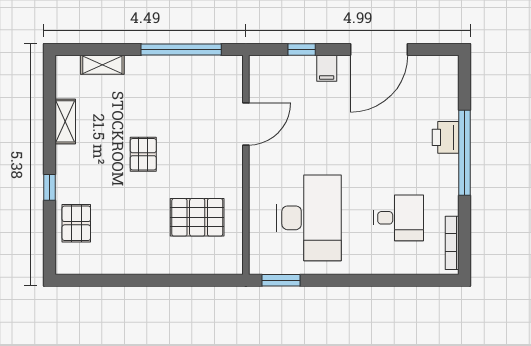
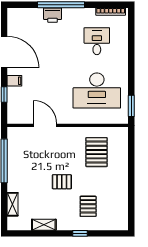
desk: (309, 218) -> (97, 91), turned 180
pallet: (76, 223) -> (88, 206), moved, turned 90

